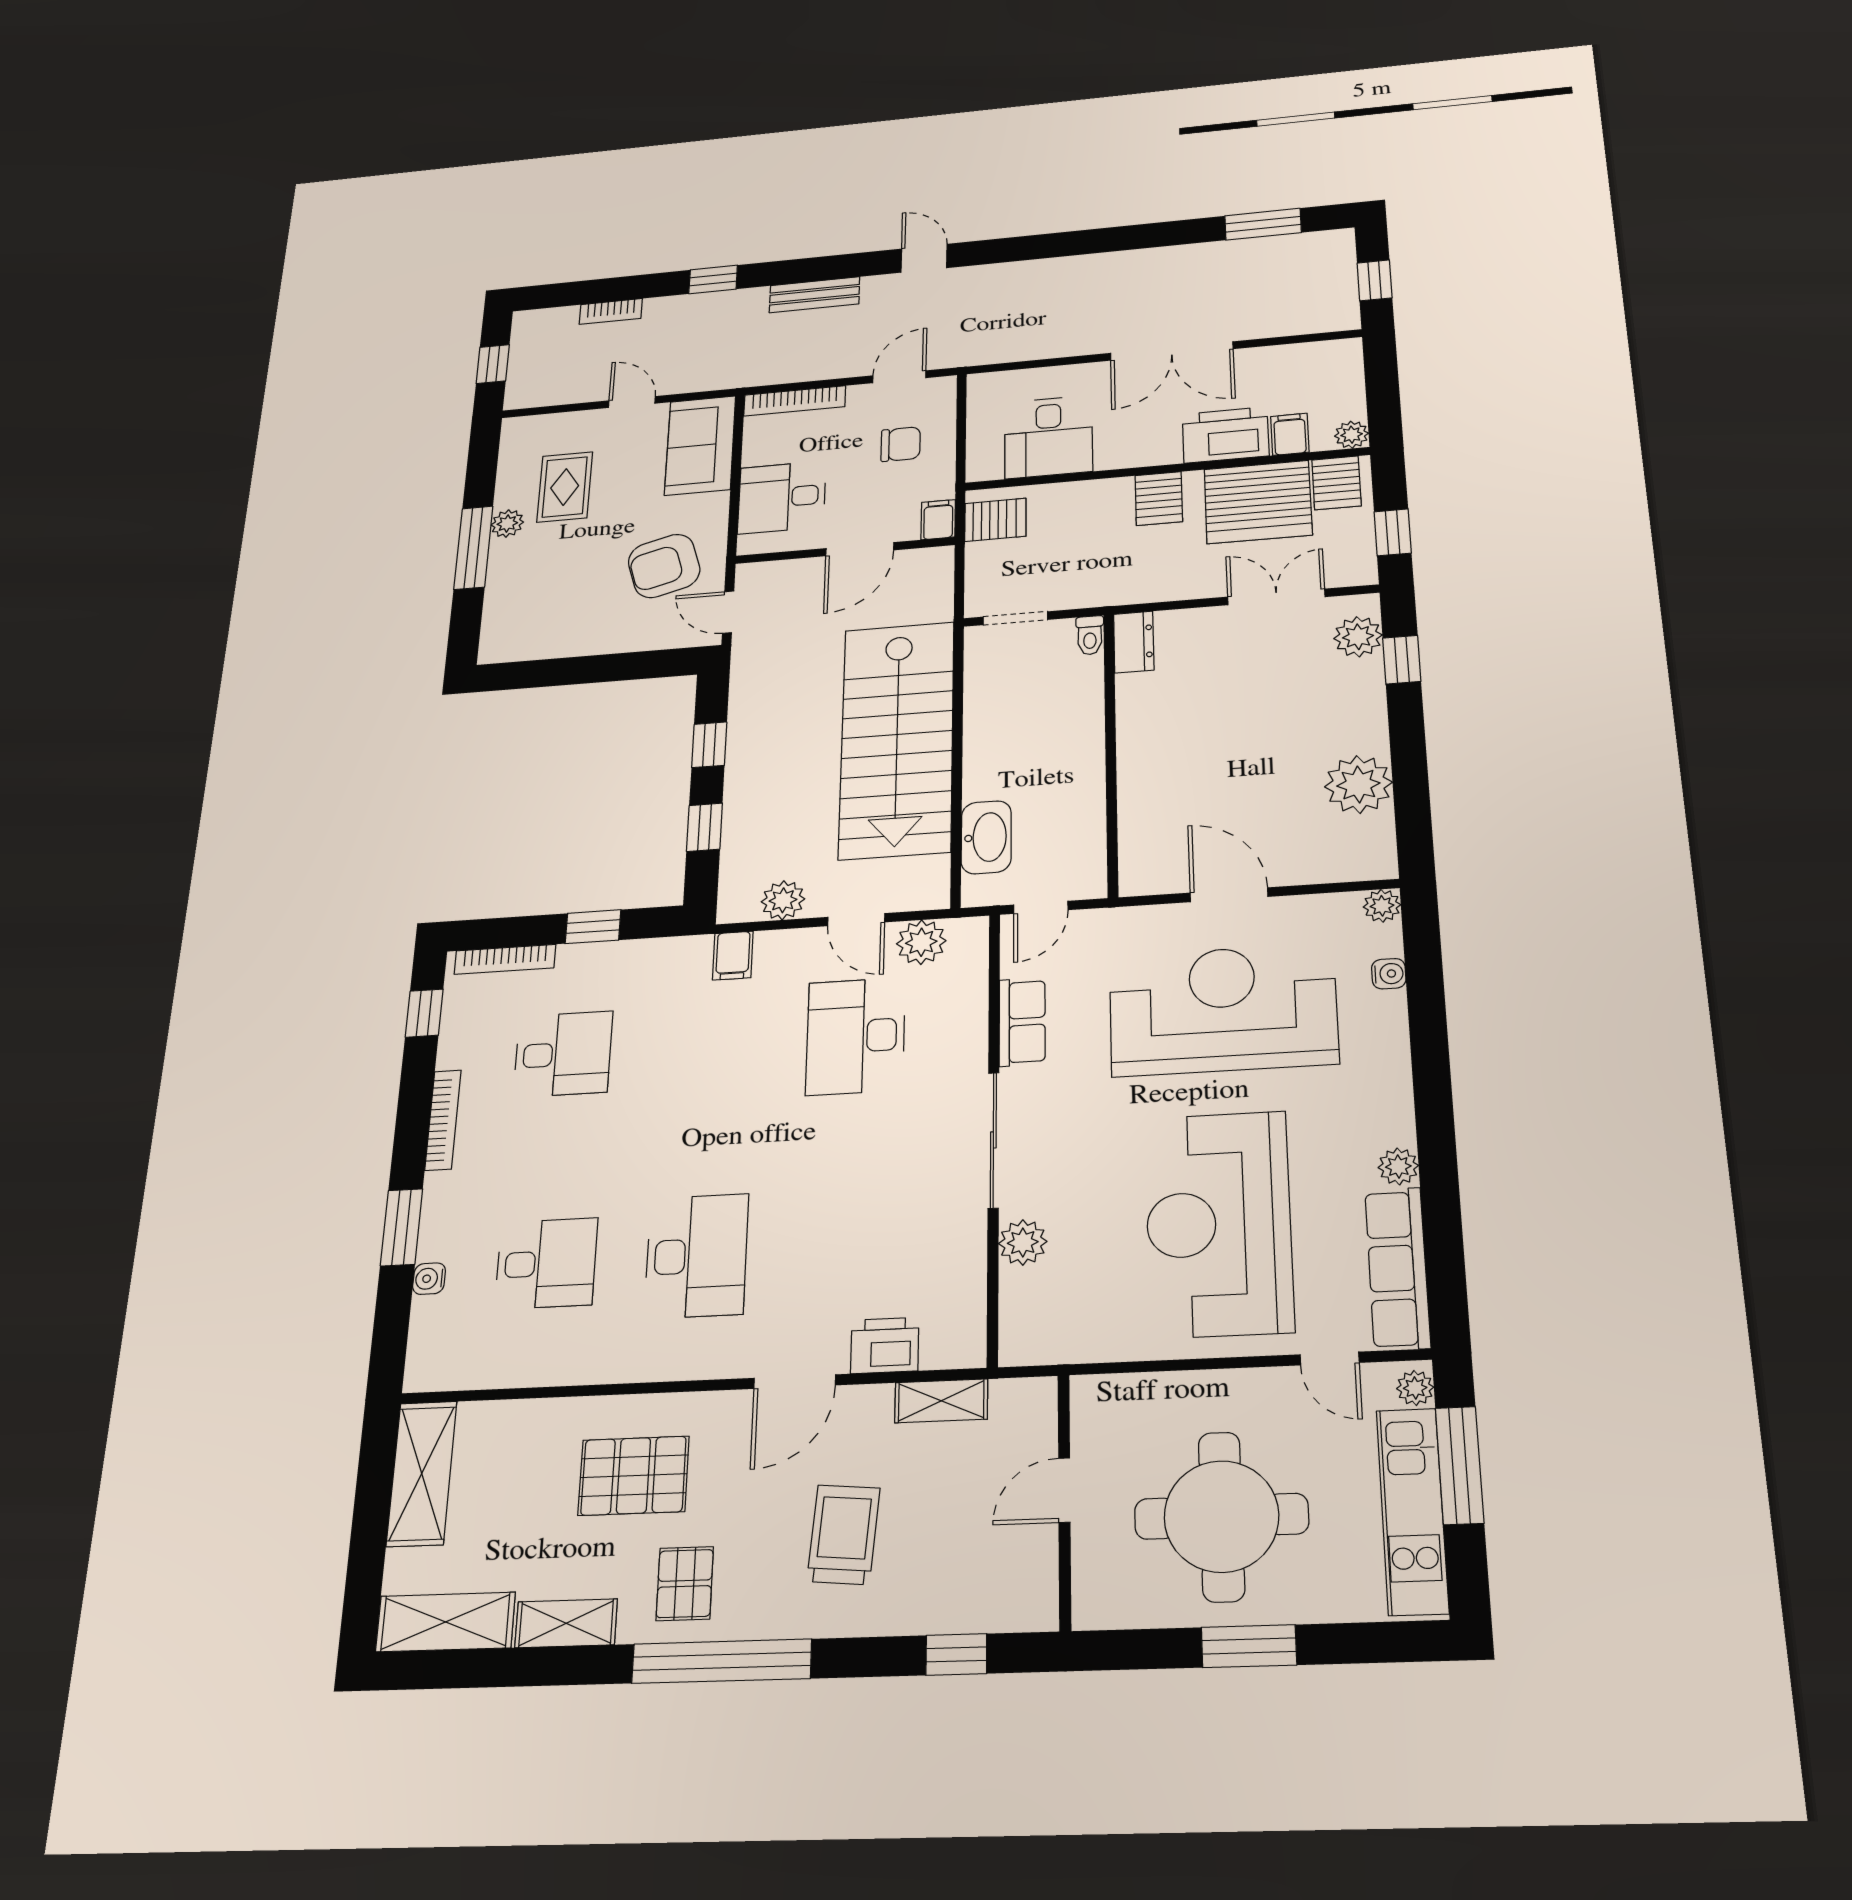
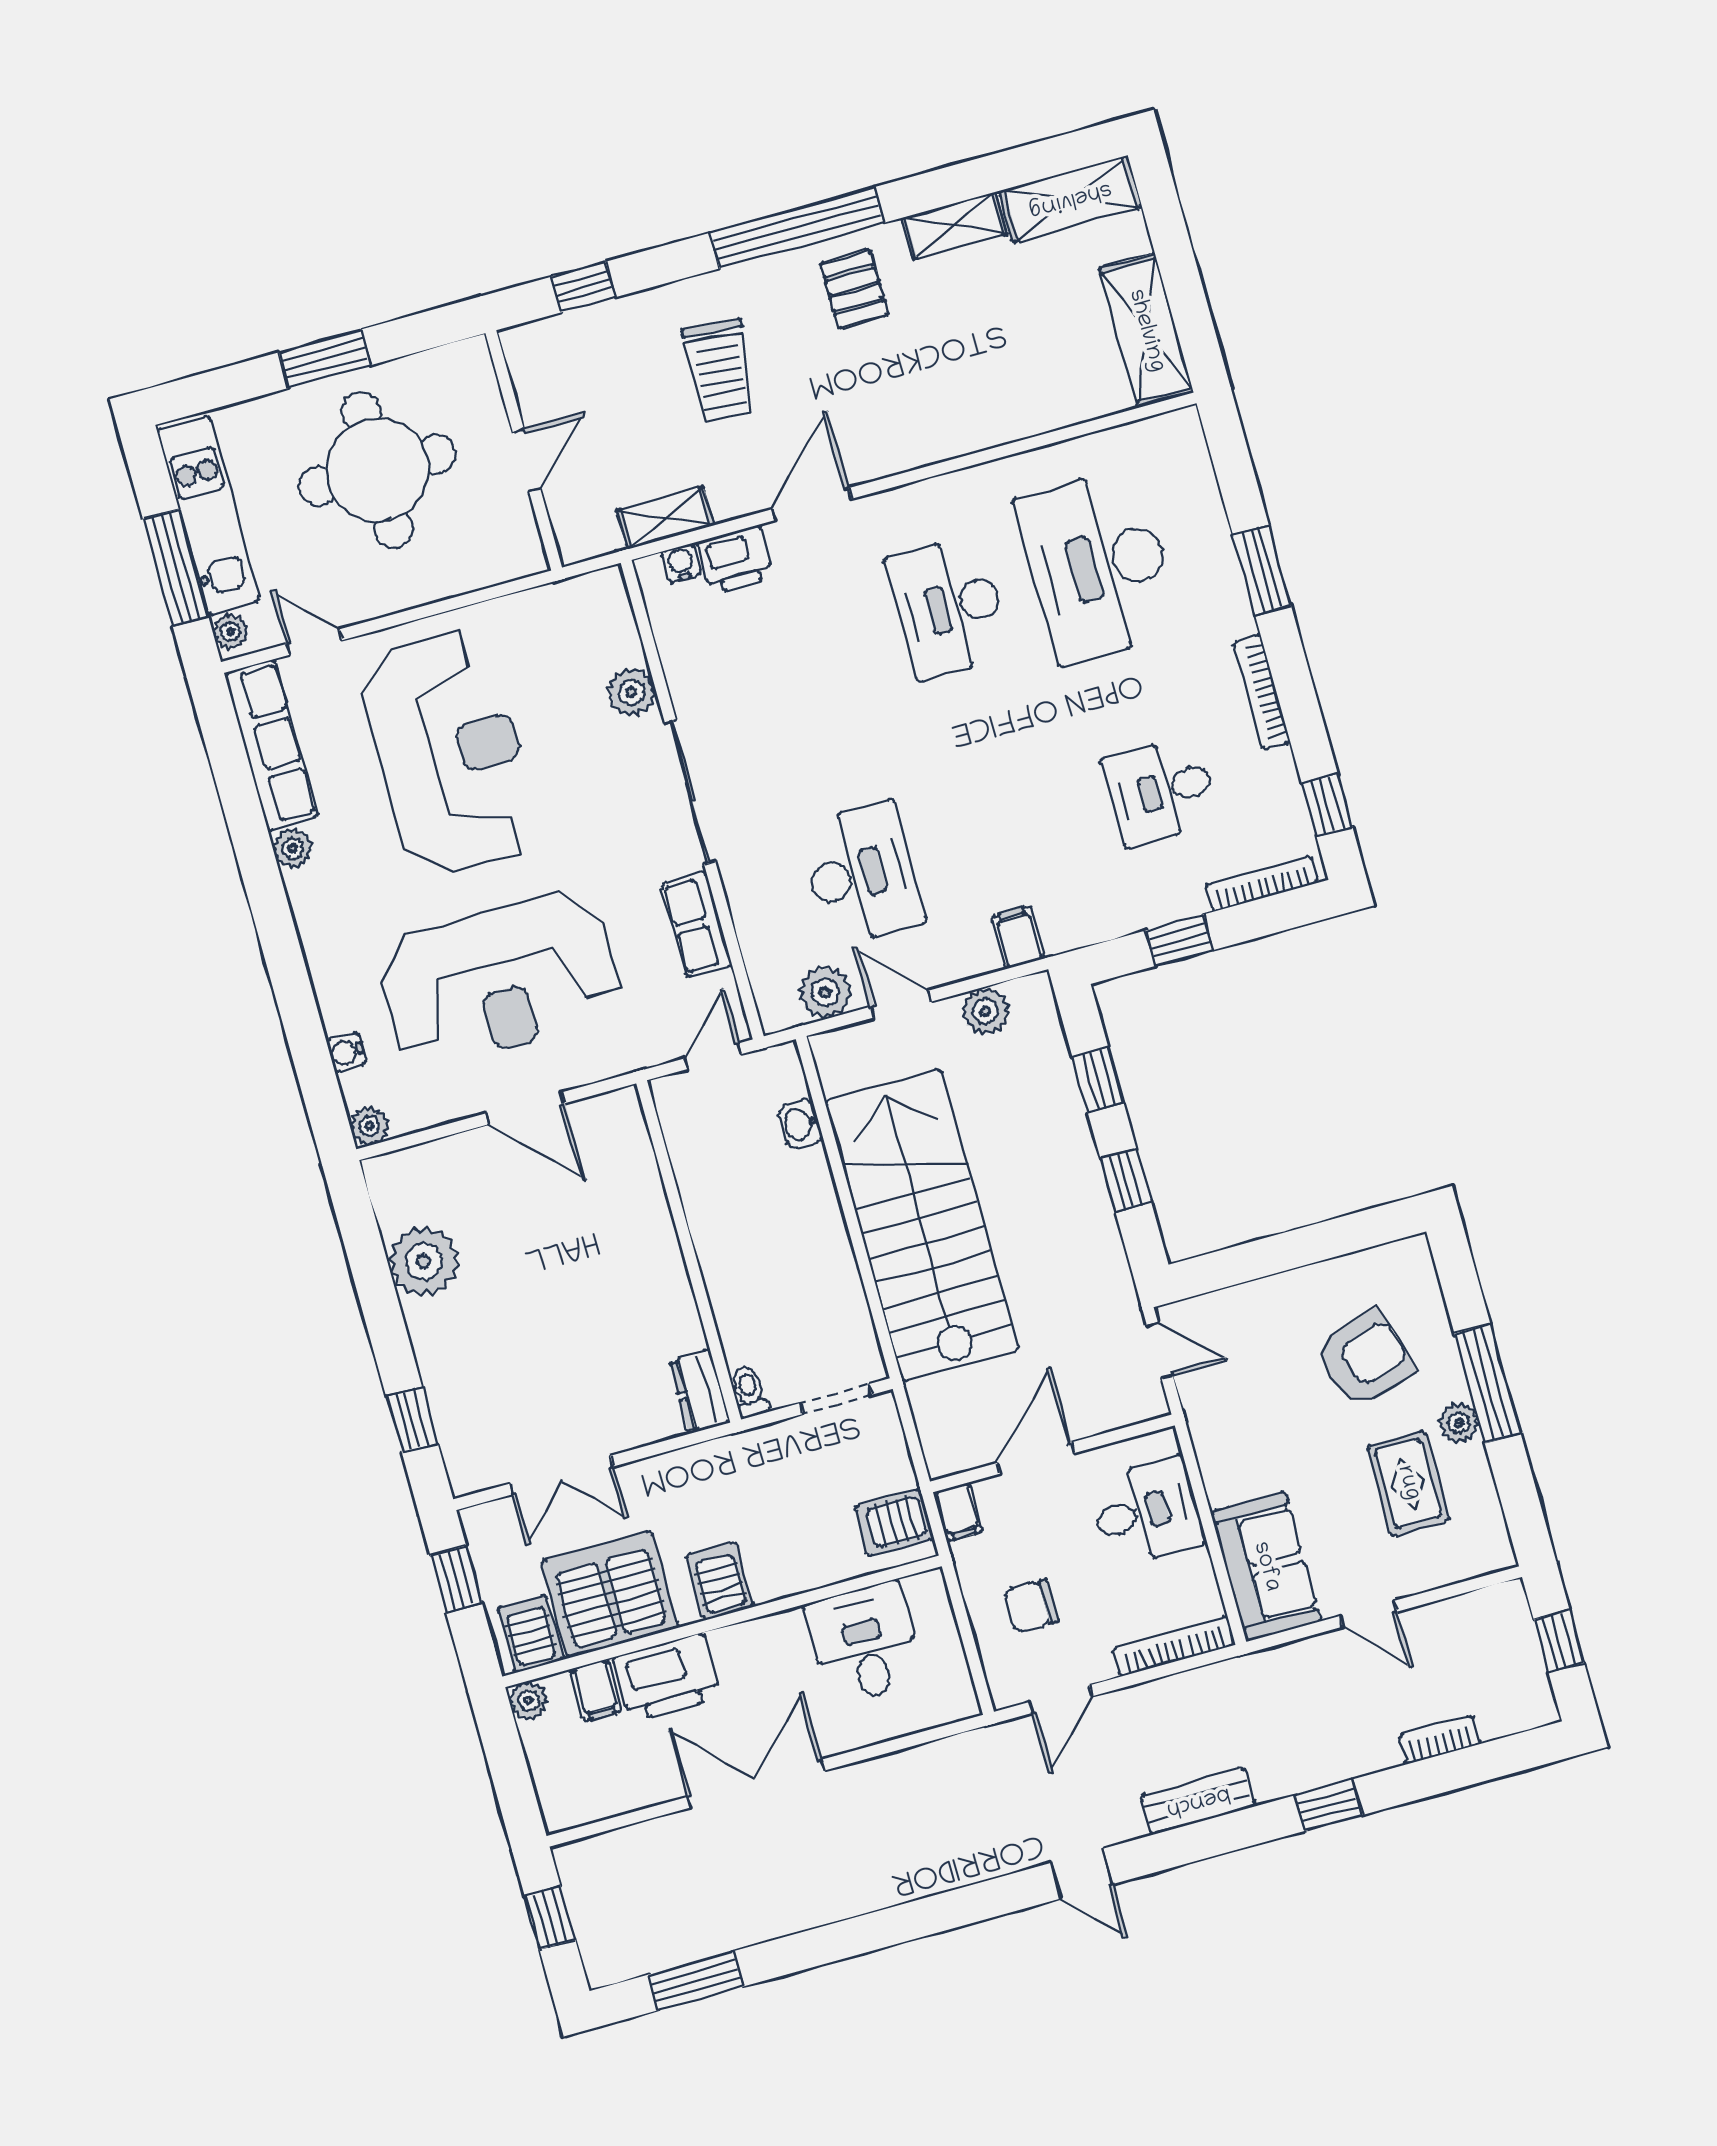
armchair: (664, 566) -> (1365, 1359), moved
plant: (1358, 637) -> (464, 1440), removed
washbasin: (986, 837) -> (800, 1124), width x0.52, depth x0.69
desk: (546, 1263) -> (1098, 566), width x1.87, depth x1.30
water cooler: (429, 1279) -> (681, 563), moved, turned -90
pallet: (634, 1476) -> (938, 378), removed

